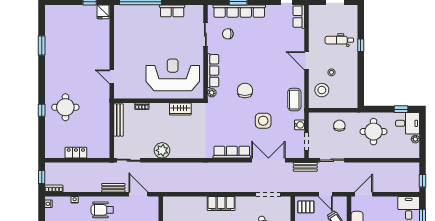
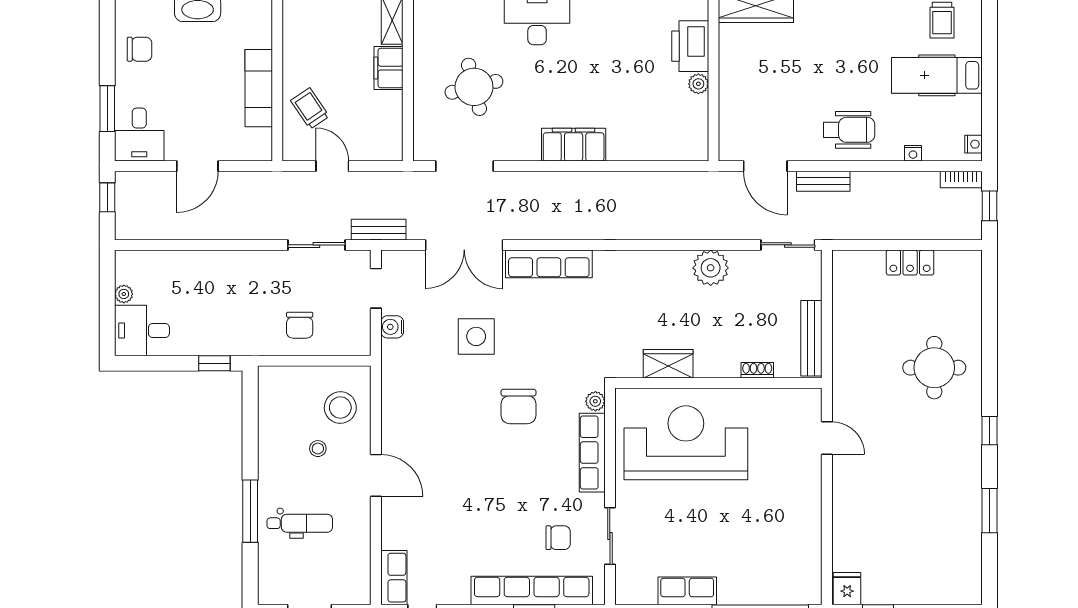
window: (361, 45) -> (250, 511), width x2.17
reception desk: (173, 75) -> (686, 443), turned 180
coffee table: (294, 100) -> (404, 386), removed
window: (401, 109) -> (214, 363), moved
window: (42, 110) -> (990, 431), moved
round table: (373, 132) -> (221, 311), removed
door: (364, 194) -> (197, 166), moved
pallet: (306, 207) -> (377, 137), removed

